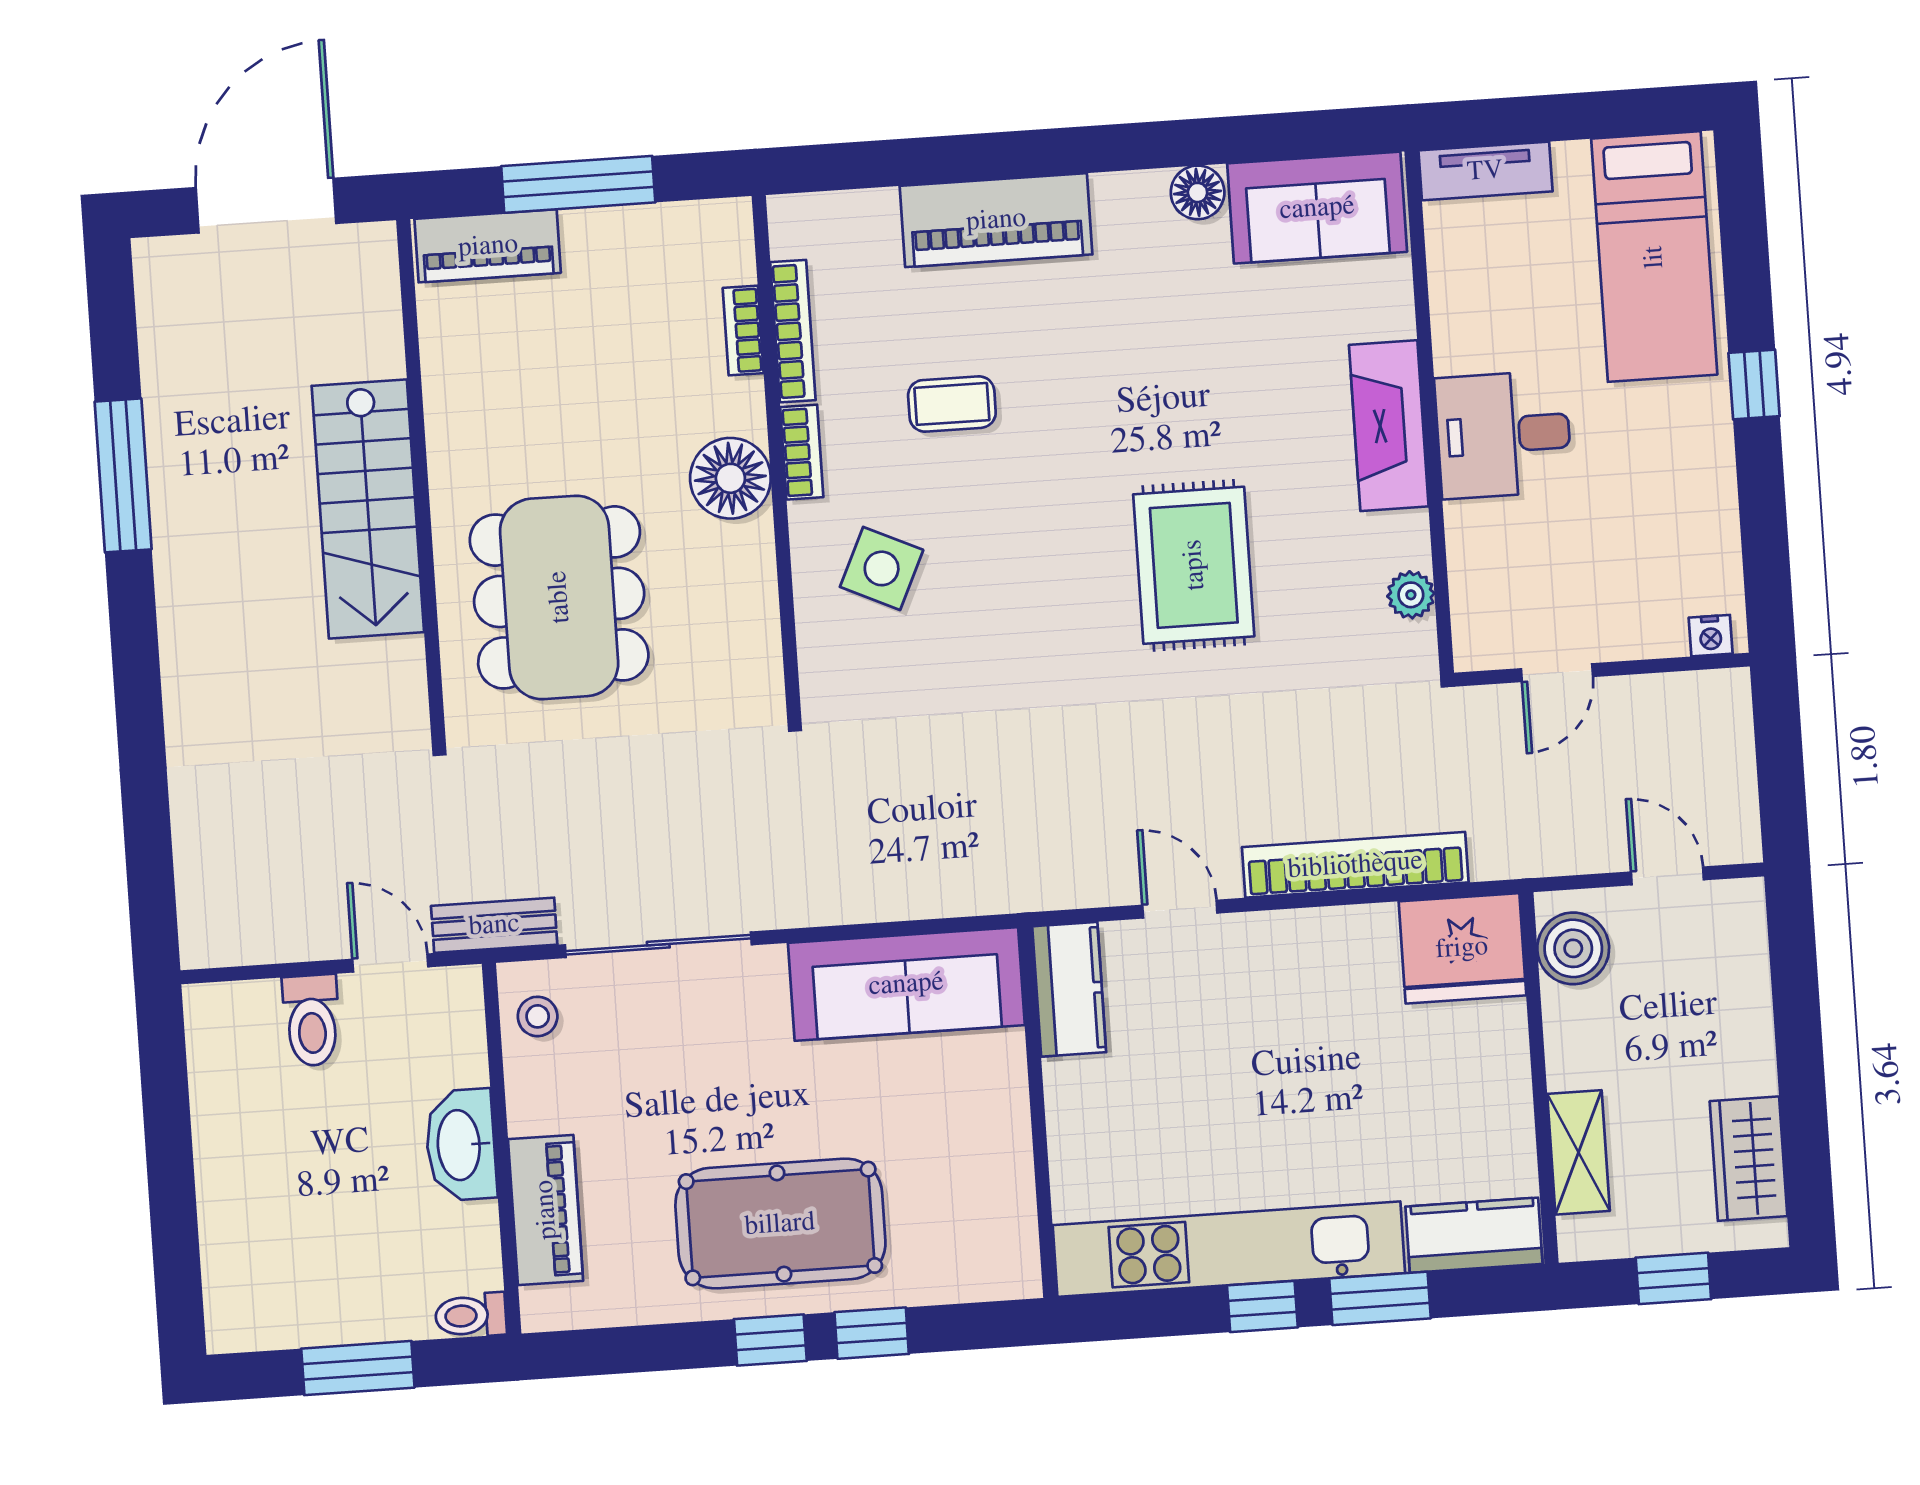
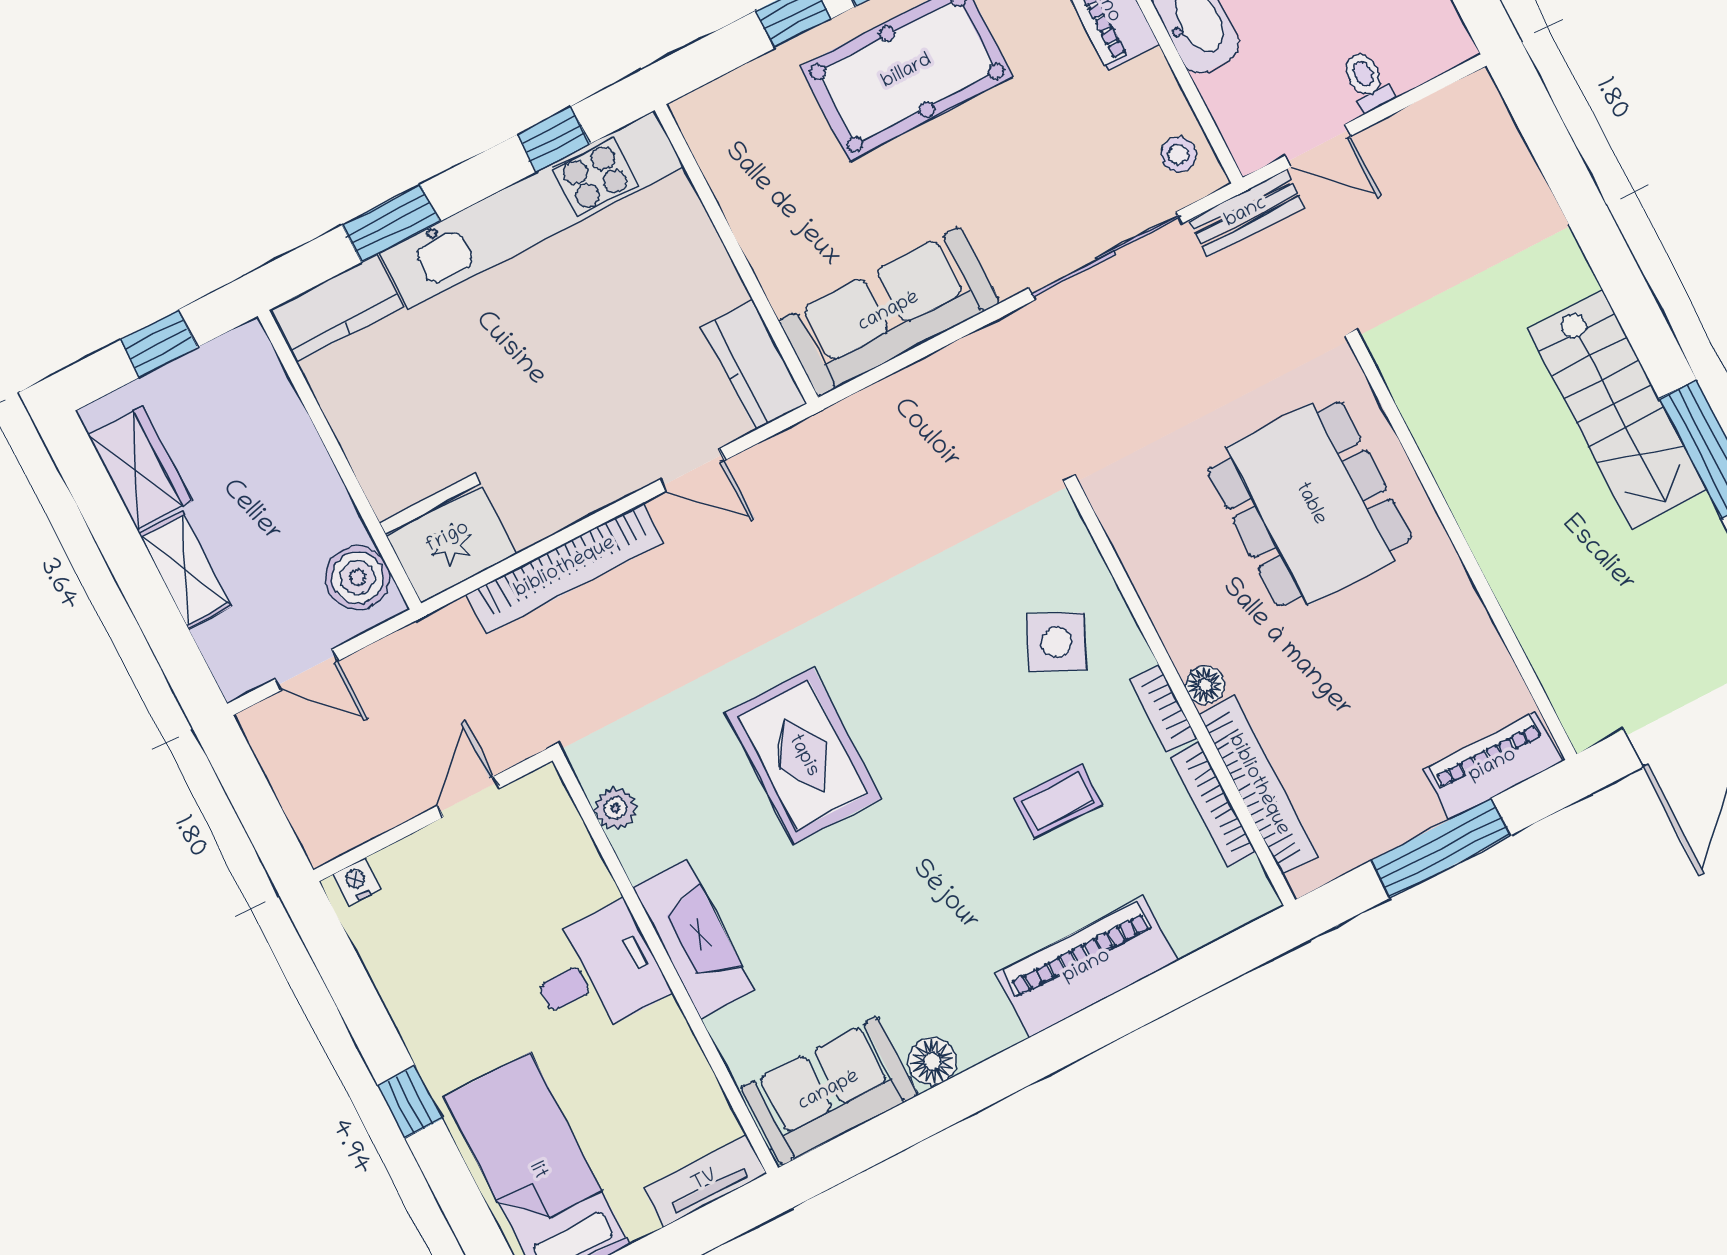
bookcase: (743, 331) -> (1258, 785), width x2.31, depth x1.31
floor lamp: (730, 478) -> (1205, 685), width x0.53, depth x0.53
stairs: (368, 509) -> (1617, 410), moved, turned 180
toilet: (312, 1020) -> (1367, 81), width x0.73, depth x0.72
shelving: (1578, 1152) -> (185, 570), moved
window: (1262, 1306) -> (554, 139), moved

